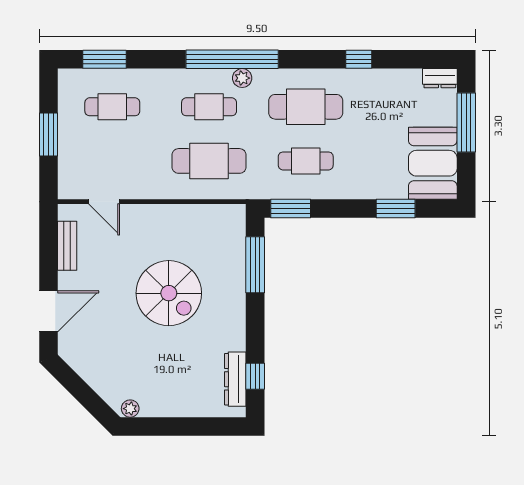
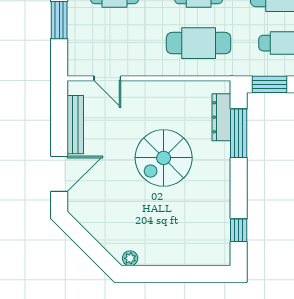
bench: (67, 246) -> (75, 125), width x1.36
spiral stairs: (169, 293) -> (164, 158), turned 90
dresser: (235, 379) -> (221, 117), moved

